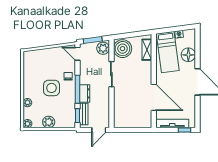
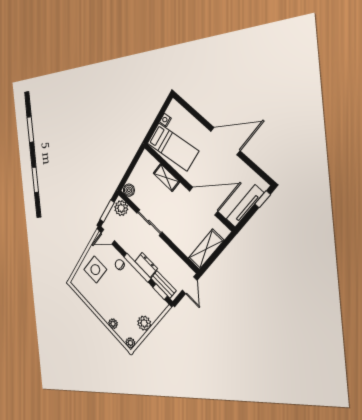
boiler: (123, 49) -> (129, 190), width x0.54, depth x0.54
shelving: (147, 50) -> (166, 178), moved
floor lamp: (188, 55) -> (192, 127), removed
side table: (52, 88) -> (95, 270), moved
shelving: (128, 122) -> (206, 249), added

